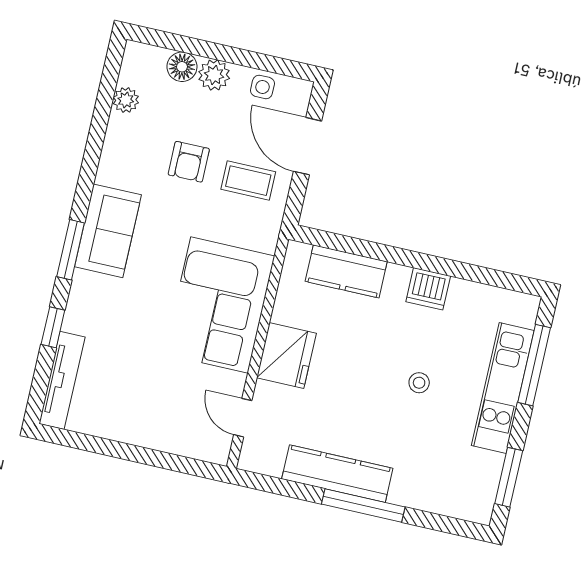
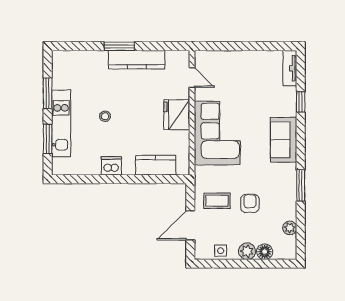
door: (308, 146) -> (190, 225), swing flipped
sofa: (108, 231) -> (284, 140), moved
window: (71, 250) -> (301, 185), moved
window: (534, 365) -> (48, 139), width x0.69
tv unit: (62, 380) -> (290, 68), width x0.71
window: (509, 477) -> (48, 93), moved
window: (363, 506) -> (119, 46), width x0.69

